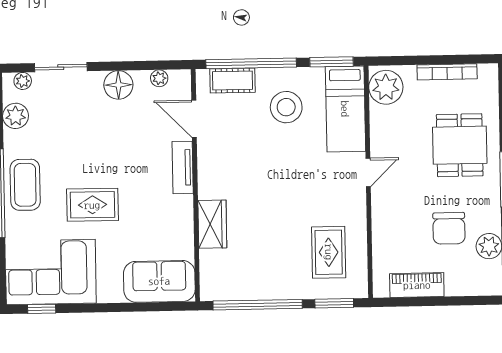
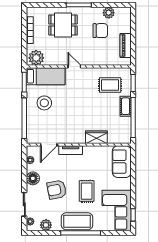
cot: (232, 81) -> (126, 106), moved
armchair: (94, 138) -> (57, 190), added
coffee table: (25, 185) -> (77, 221), width x1.36, depth x1.32

